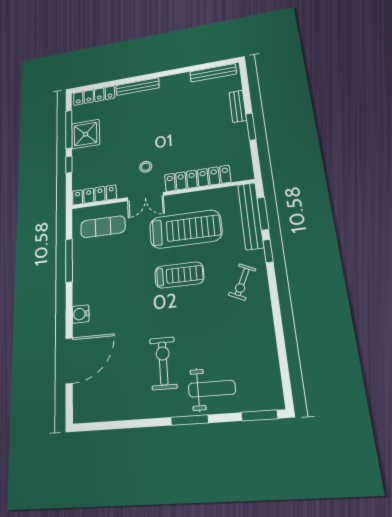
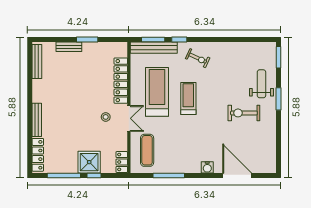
shower: (85, 134) -> (89, 162), moved
locker: (94, 195) -> (122, 162), width x0.66

